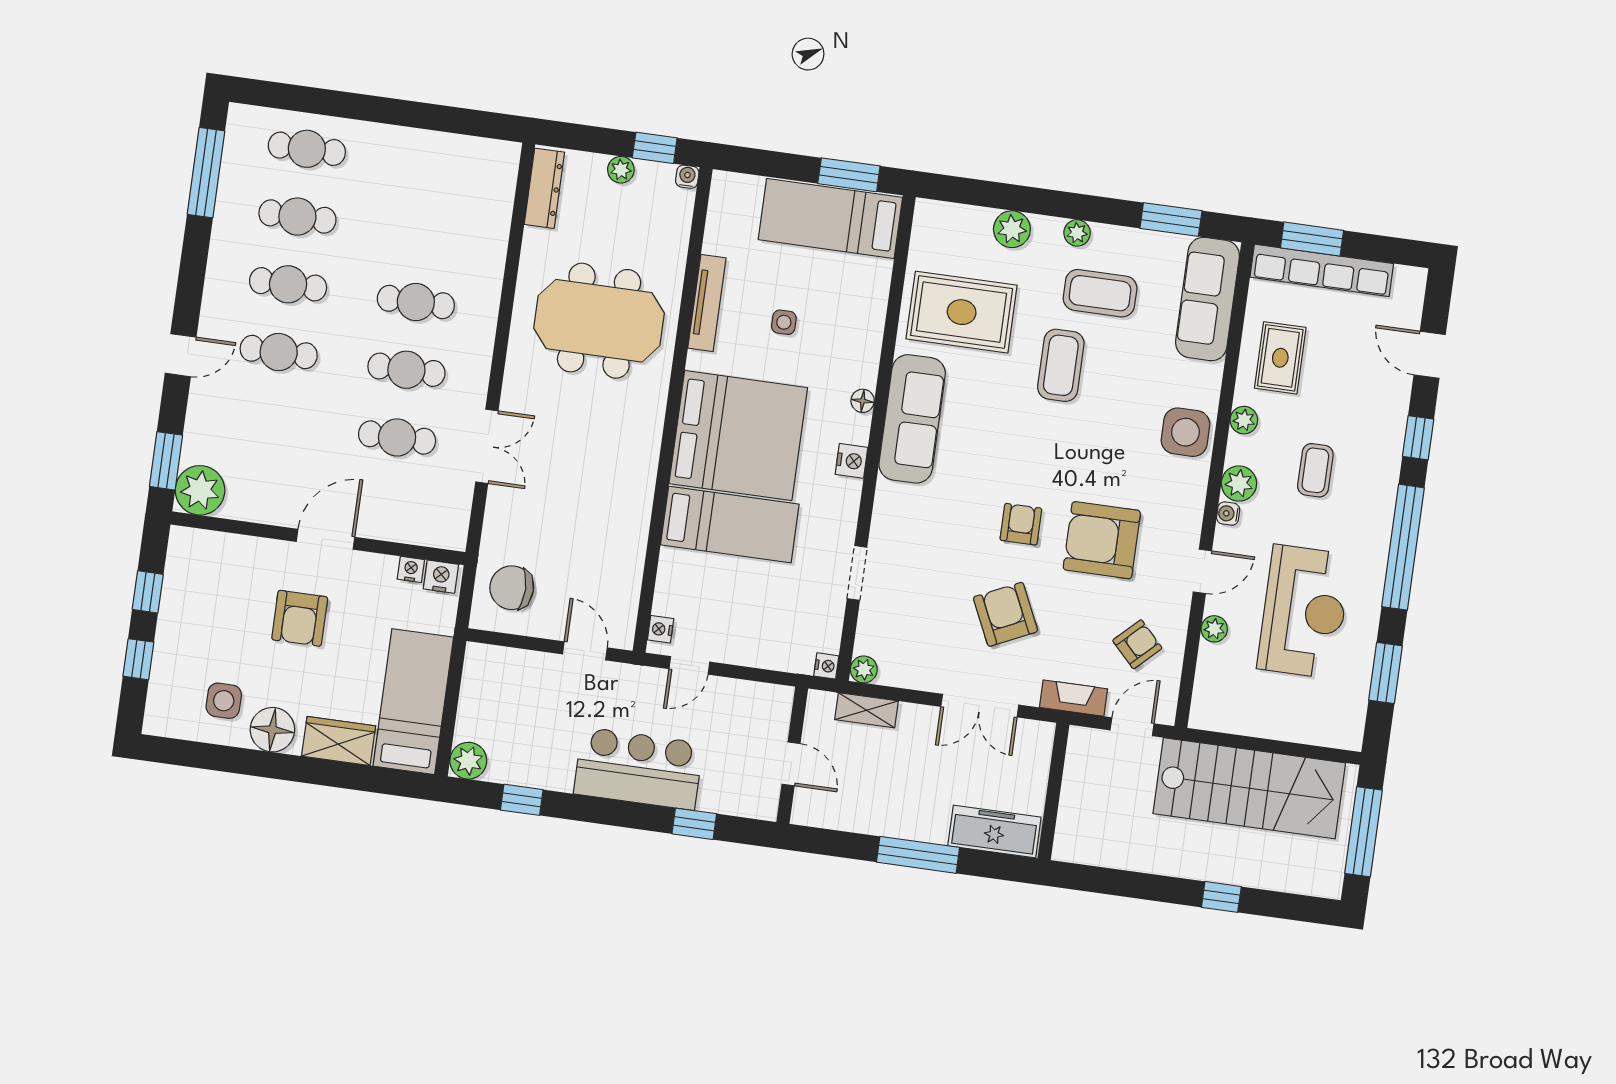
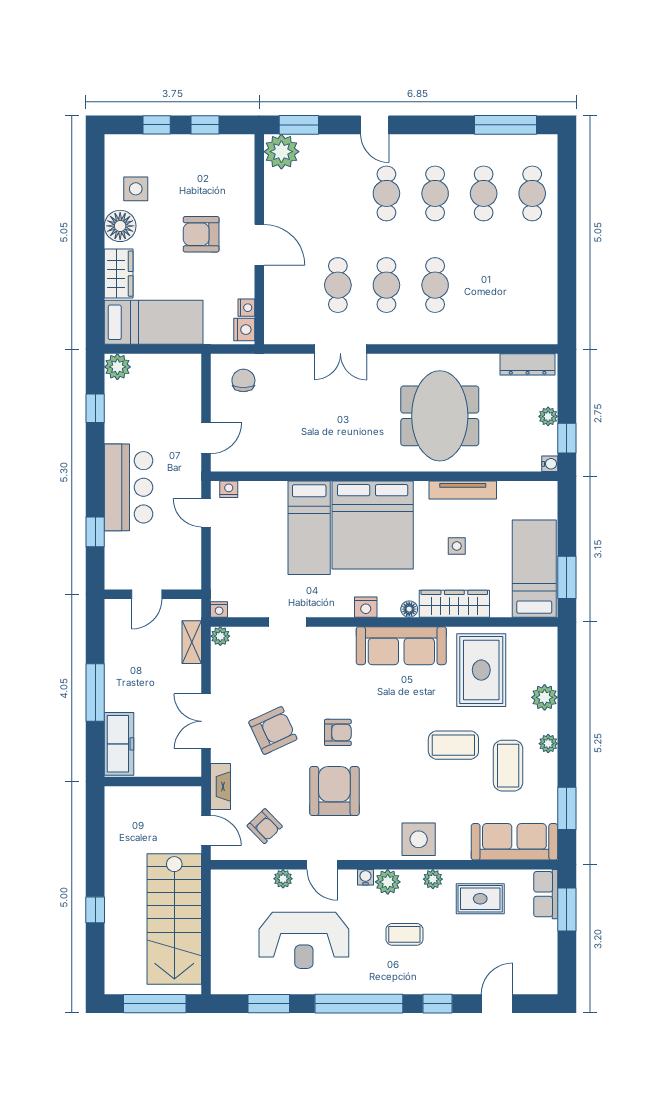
row of seats: (1322, 270) -> (546, 894), width x0.50
wardrobe: (864, 337) -> (454, 604), added
chair: (512, 588) -> (243, 380), width x0.73, depth x0.73

